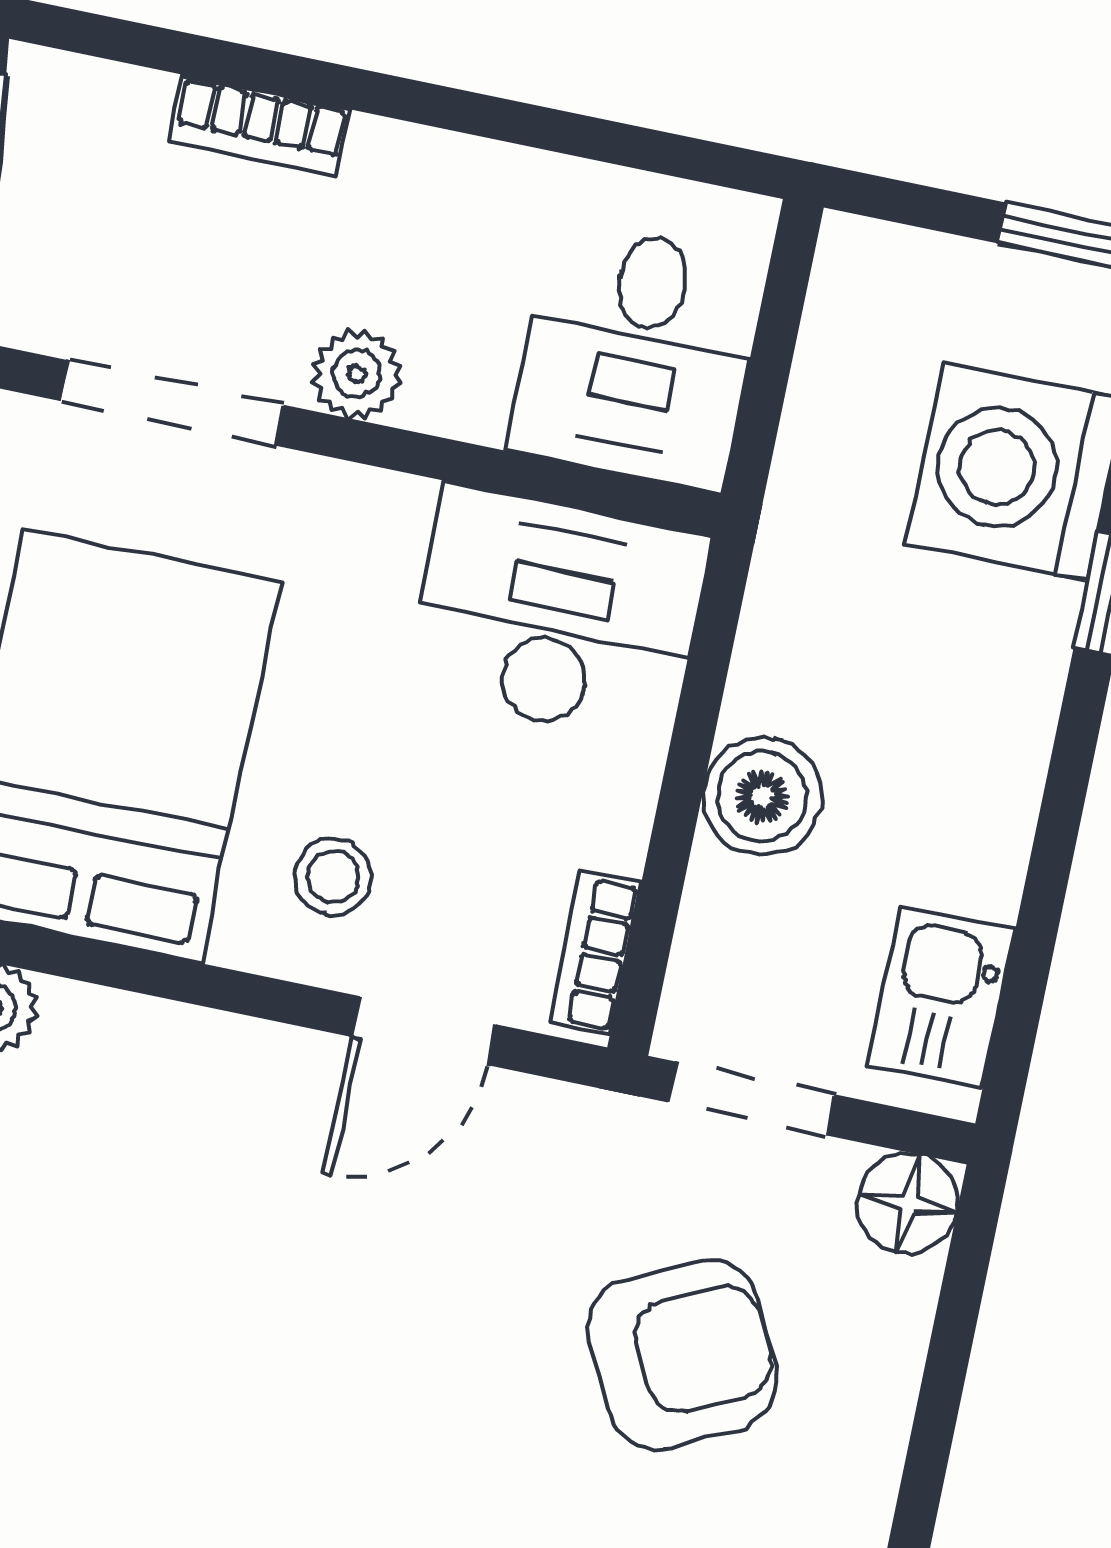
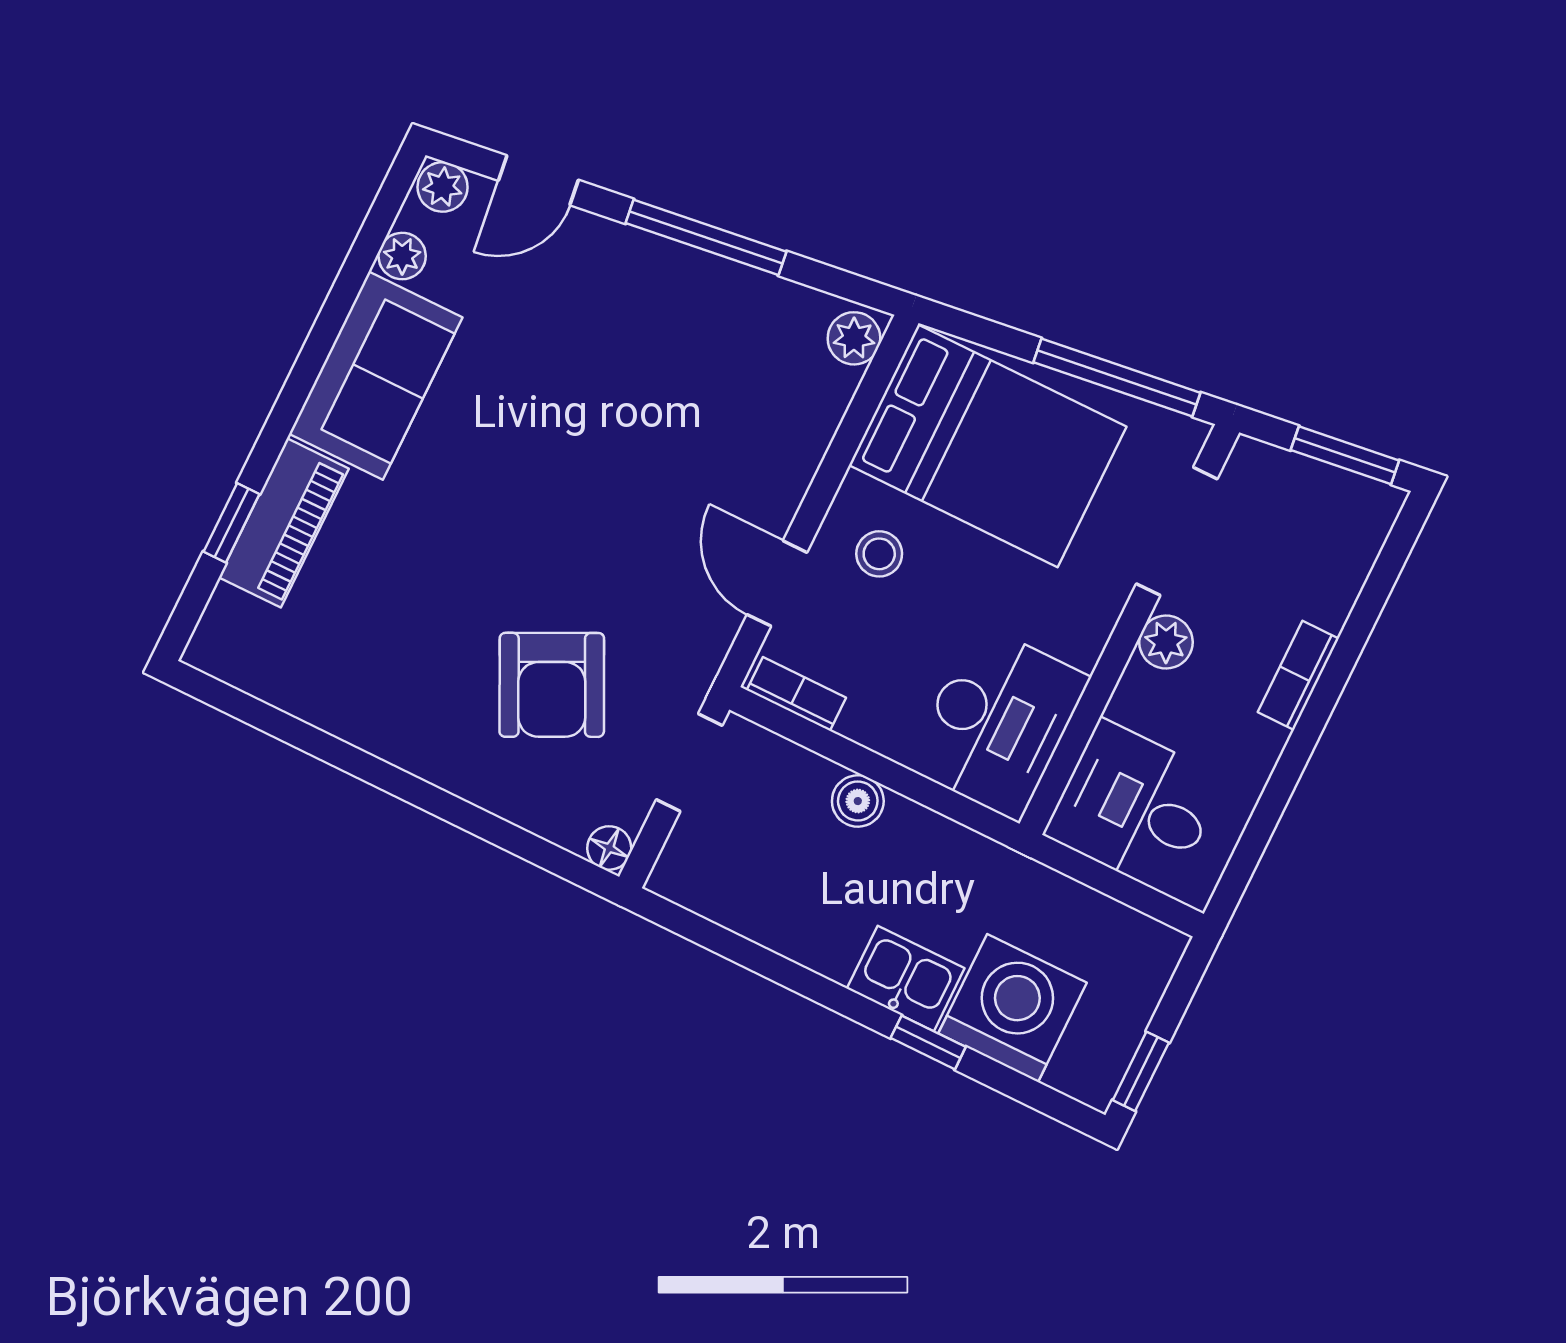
bookcase: (260, 126) -> (1298, 675), moved
boiler: (762, 796) -> (858, 801), width x0.73, depth x0.73
kitchen sink: (941, 997) -> (906, 978), moved
floor lamp: (907, 1203) -> (609, 848), width x0.73, depth x0.73

